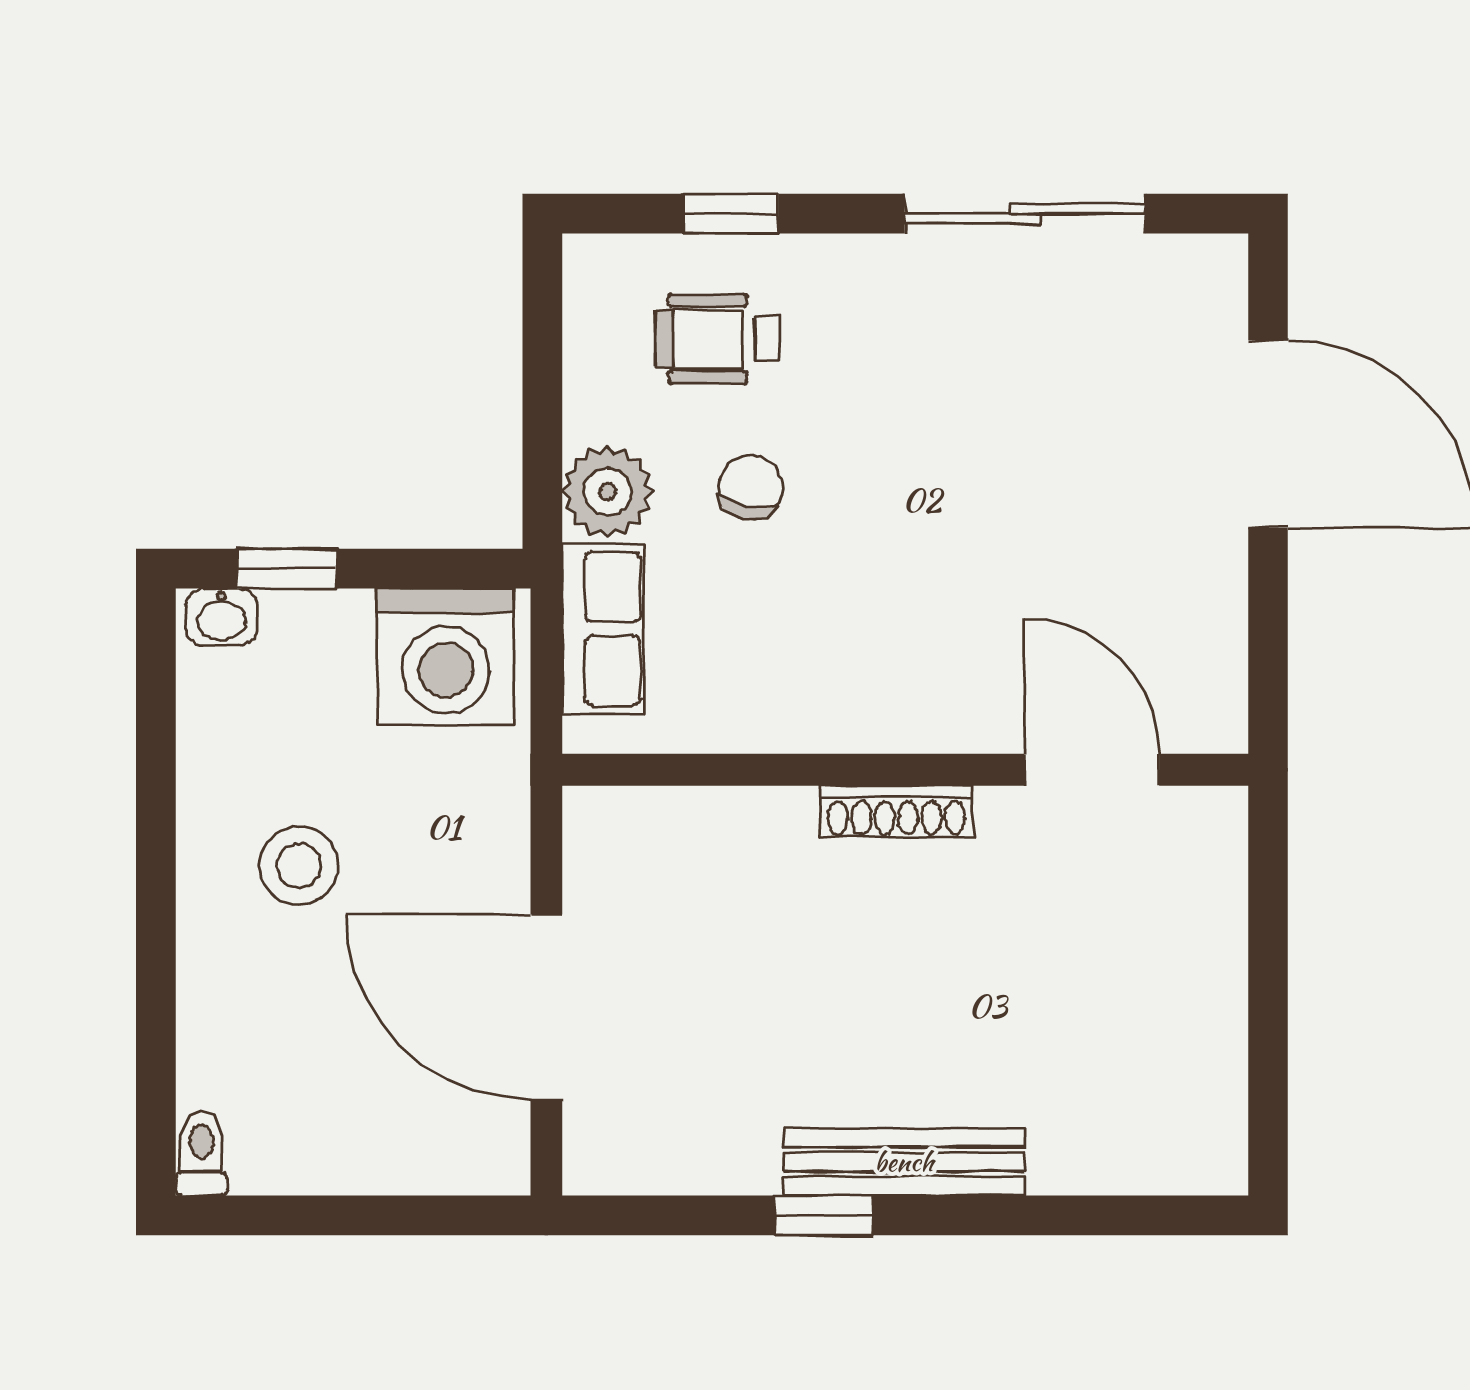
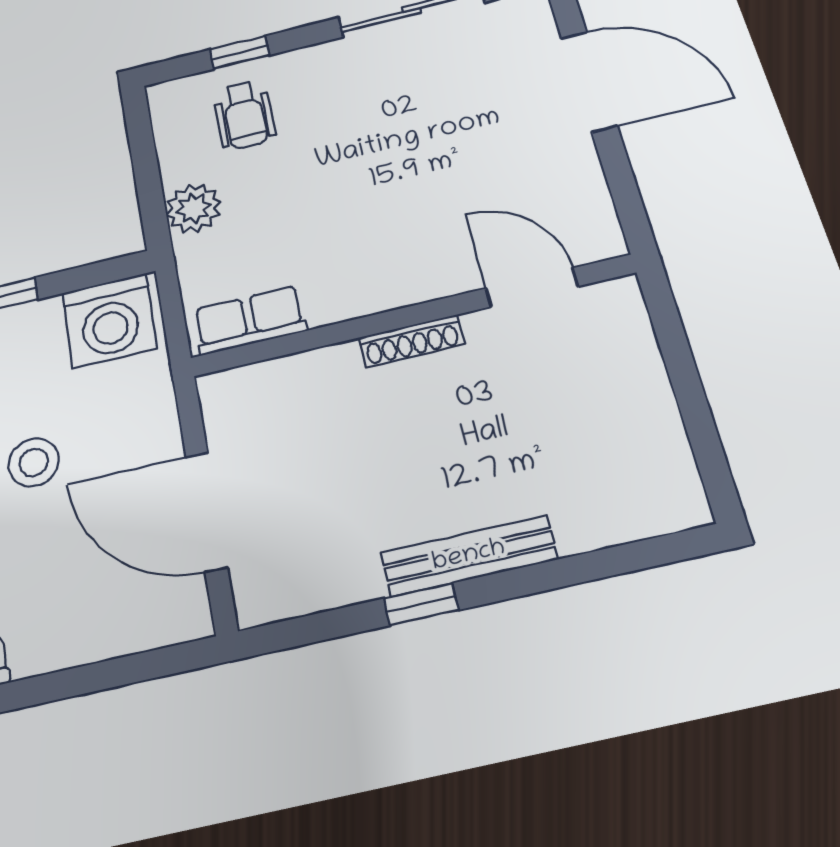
wheelchair: (718, 339) -> (244, 115), turned -90
chair: (751, 487) -> (280, 185), removed
row of seats: (603, 629) -> (249, 320), moved, turned -90

